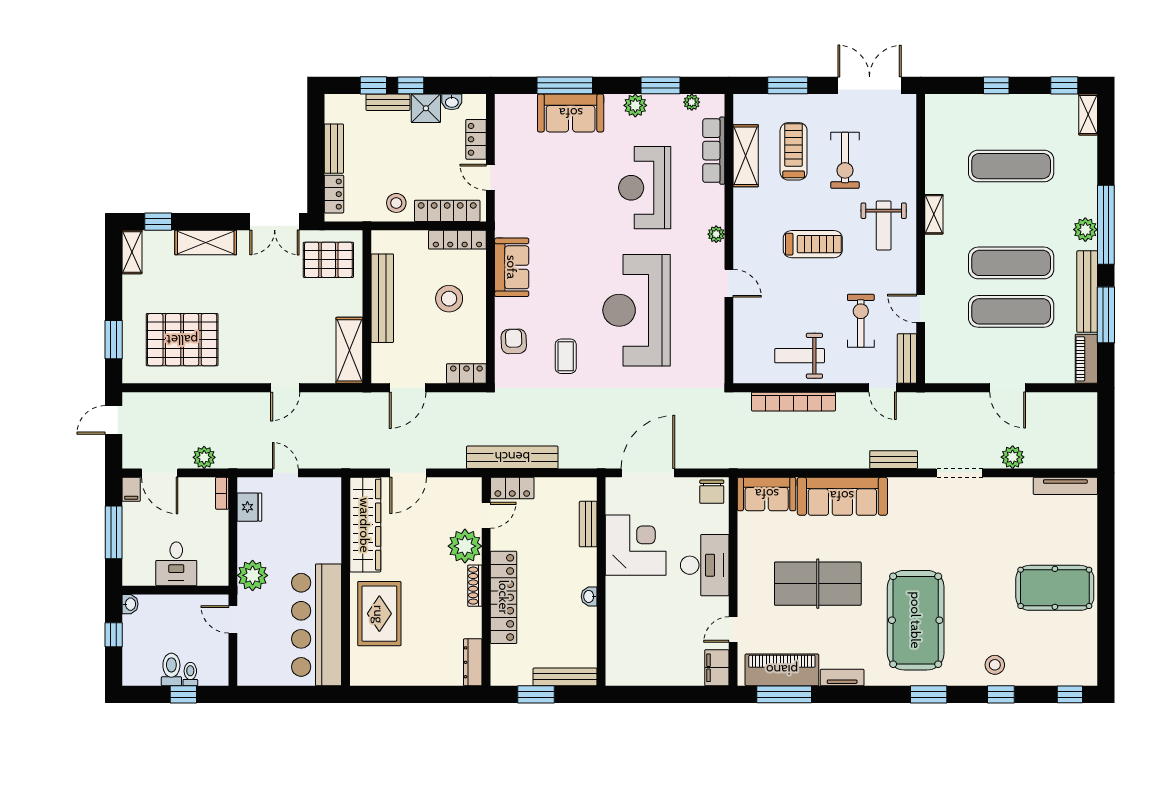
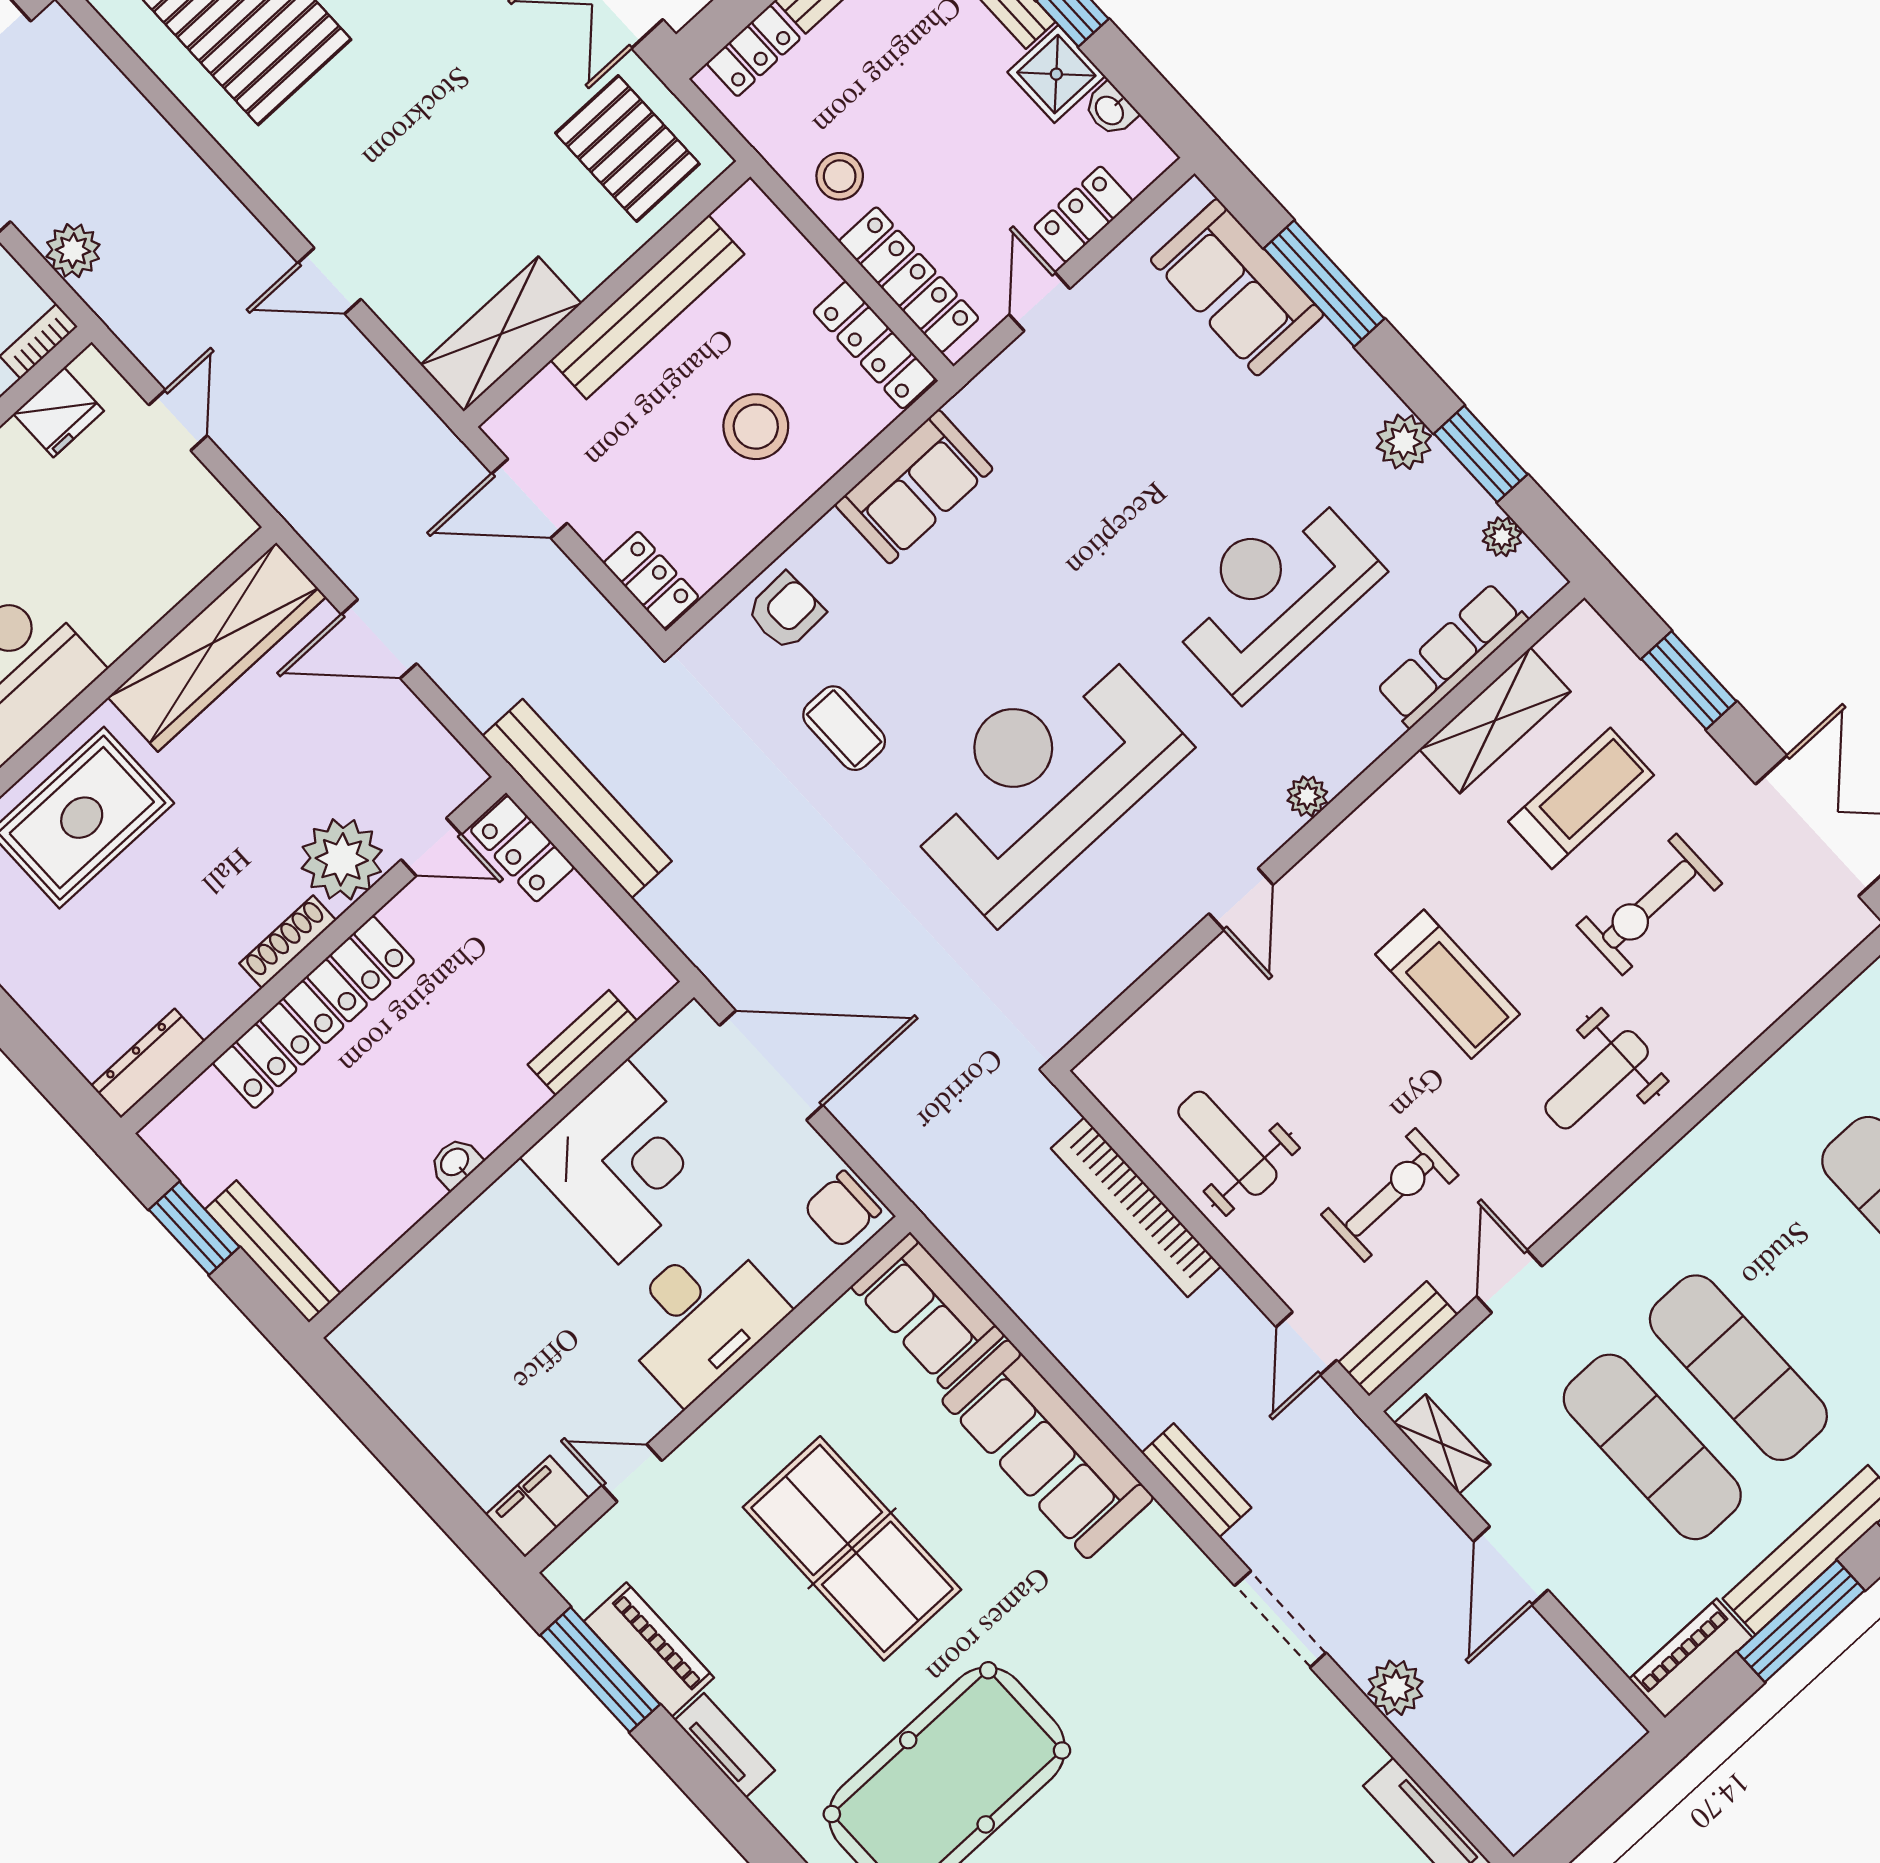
sofa: (571, 113) -> (1237, 287), moved
shelving: (934, 214) -> (1442, 1444), moved, turned 90
coffee table: (566, 356) -> (844, 728), turned 90
piano: (782, 670) -> (649, 1650), width x0.73, depth x0.75

